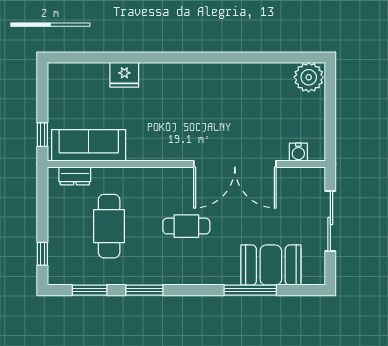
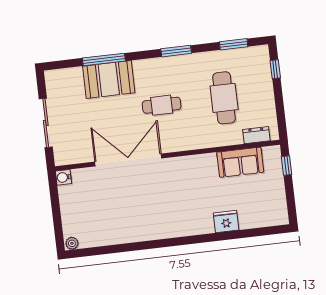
plant: (309, 77) -> (72, 243), width x0.53, depth x0.53
sofa: (89, 145) -> (240, 162), width x0.73
water cooler: (298, 152) -> (64, 177), moved, turned -90
booth: (271, 265) -> (109, 79), moved
window: (144, 290) -> (176, 51), moved

